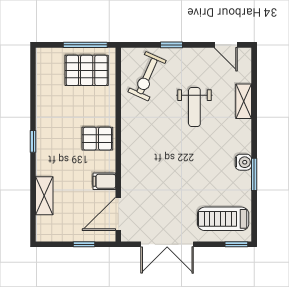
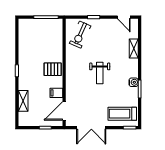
pallet: (87, 70) -> (47, 31), removed
weight bench: (194, 107) -> (100, 73), moved

